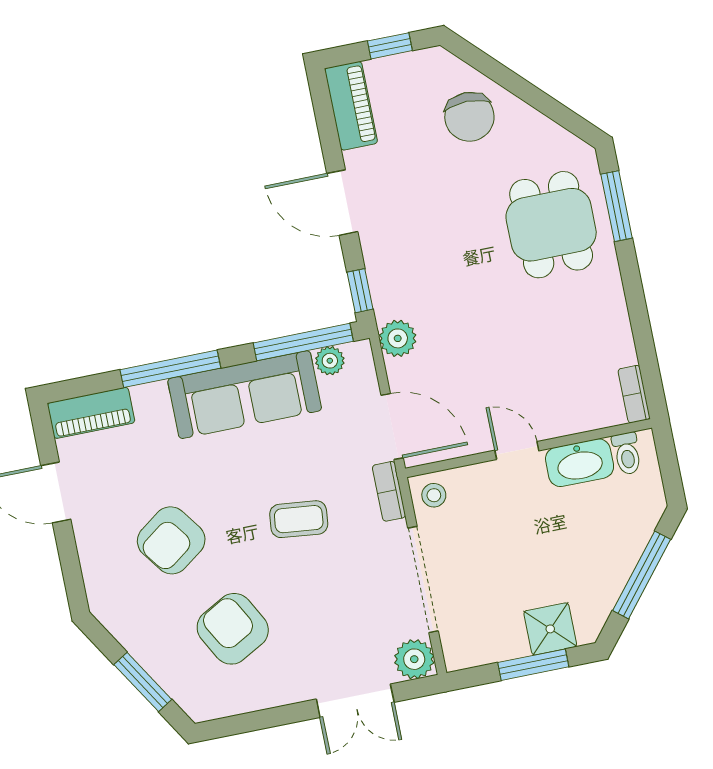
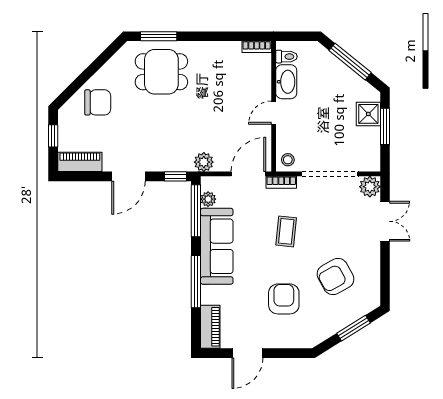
armchair: (171, 540) -> (284, 299), turned -144

